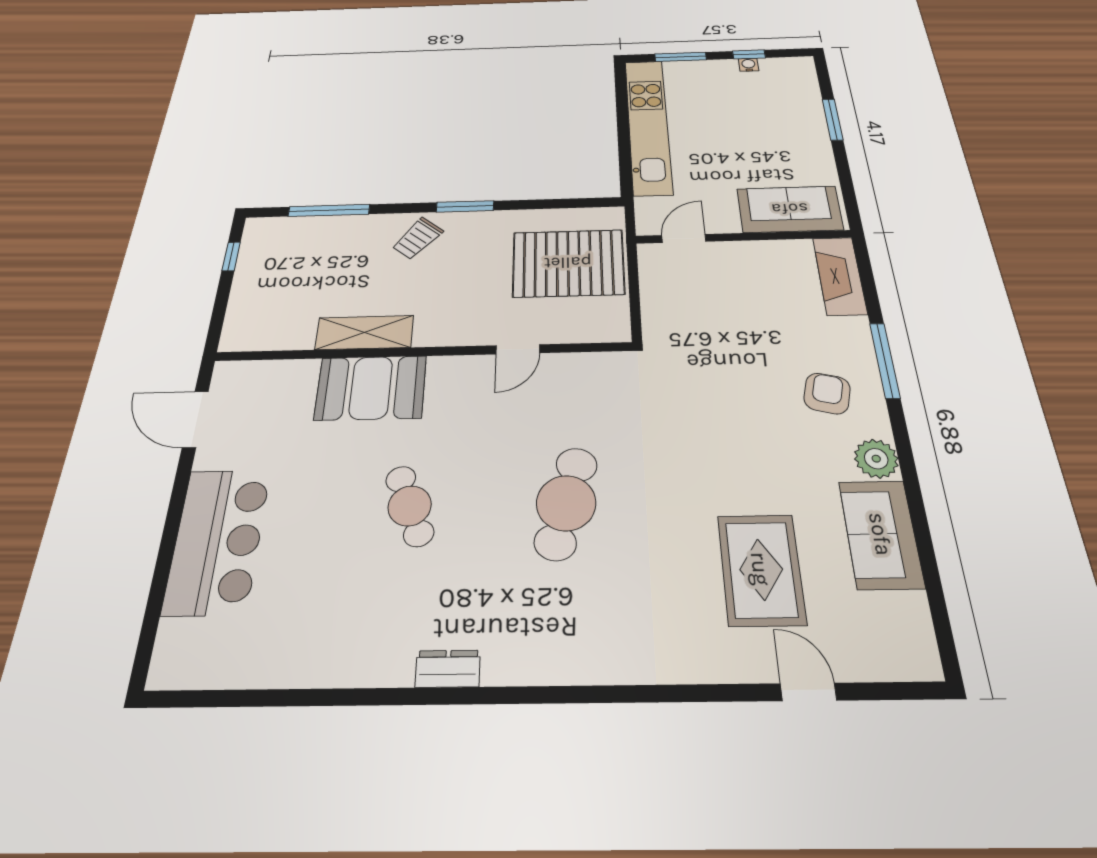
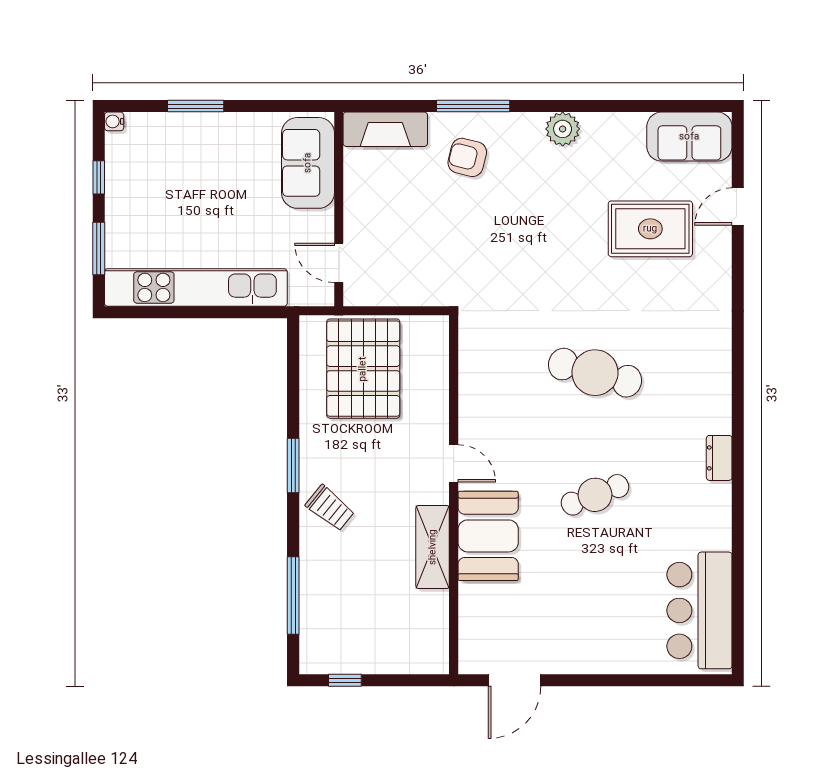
water cooler: (748, 65) -> (114, 121), moved
door: (518, 349) -> (454, 463), moved
armchair: (827, 393) -> (467, 157), moved
sofa: (881, 534) -> (689, 137), moved
bar counter: (217, 541) -> (699, 610), moved, turned -90

